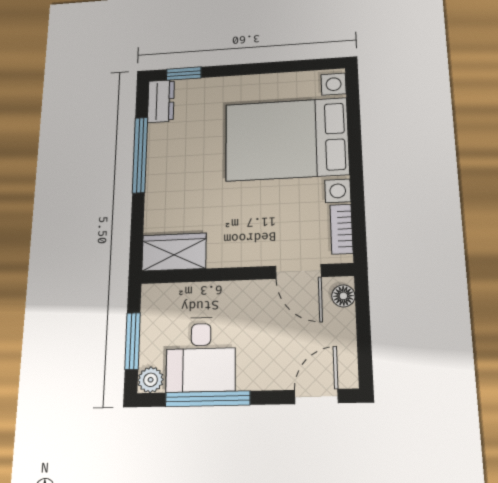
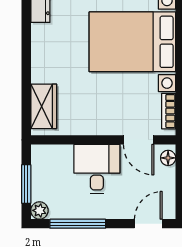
window: (140, 155) -> (26, 48), removed
wardrobe: (174, 252) -> (44, 106), moved, turned 90
desk: (201, 354) -> (97, 169), moved, turned 180

